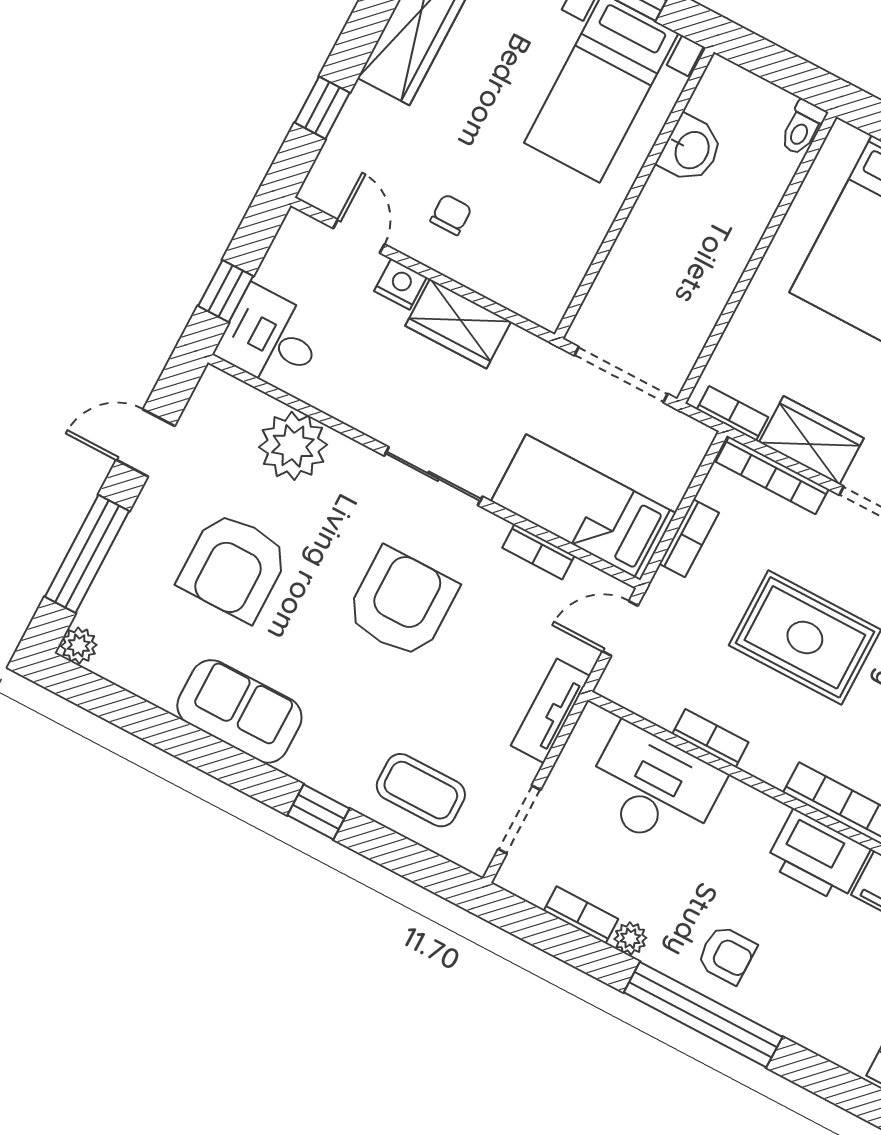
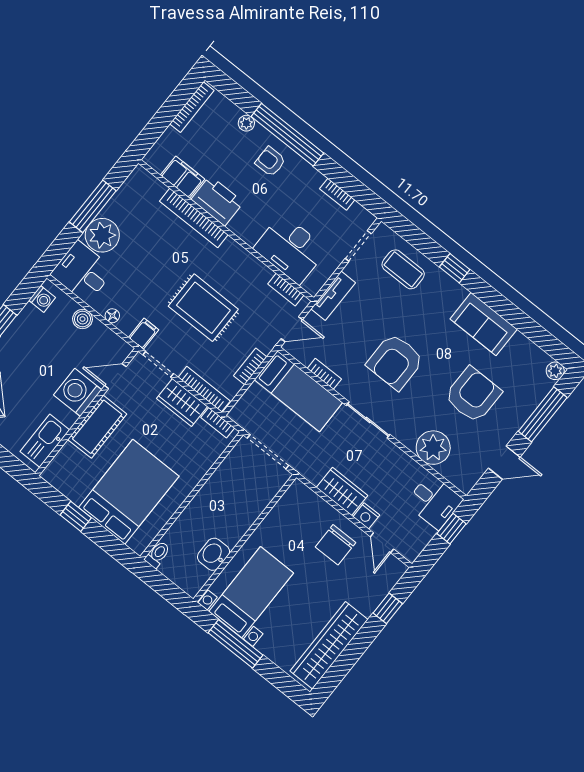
chair: (451, 215) -> (335, 545), width x1.87, depth x1.87
bookcase: (710, 738) -> (286, 290), moved
plant: (630, 938) -> (246, 123), moved

